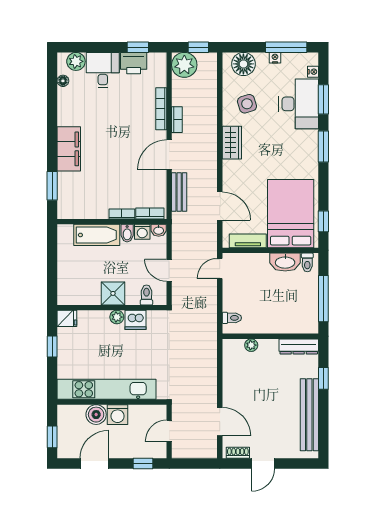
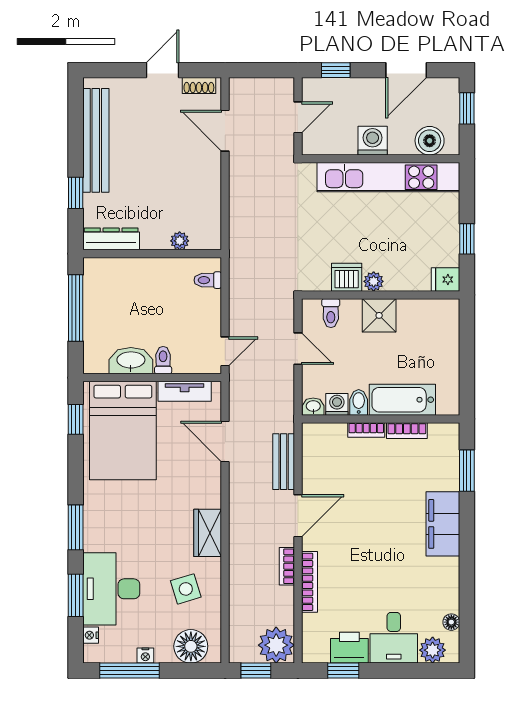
bookcase: (150, 214) -> (407, 431), moved
toilet: (307, 262) -> (163, 360), moved
boiler: (96, 415) -> (430, 141), moved

